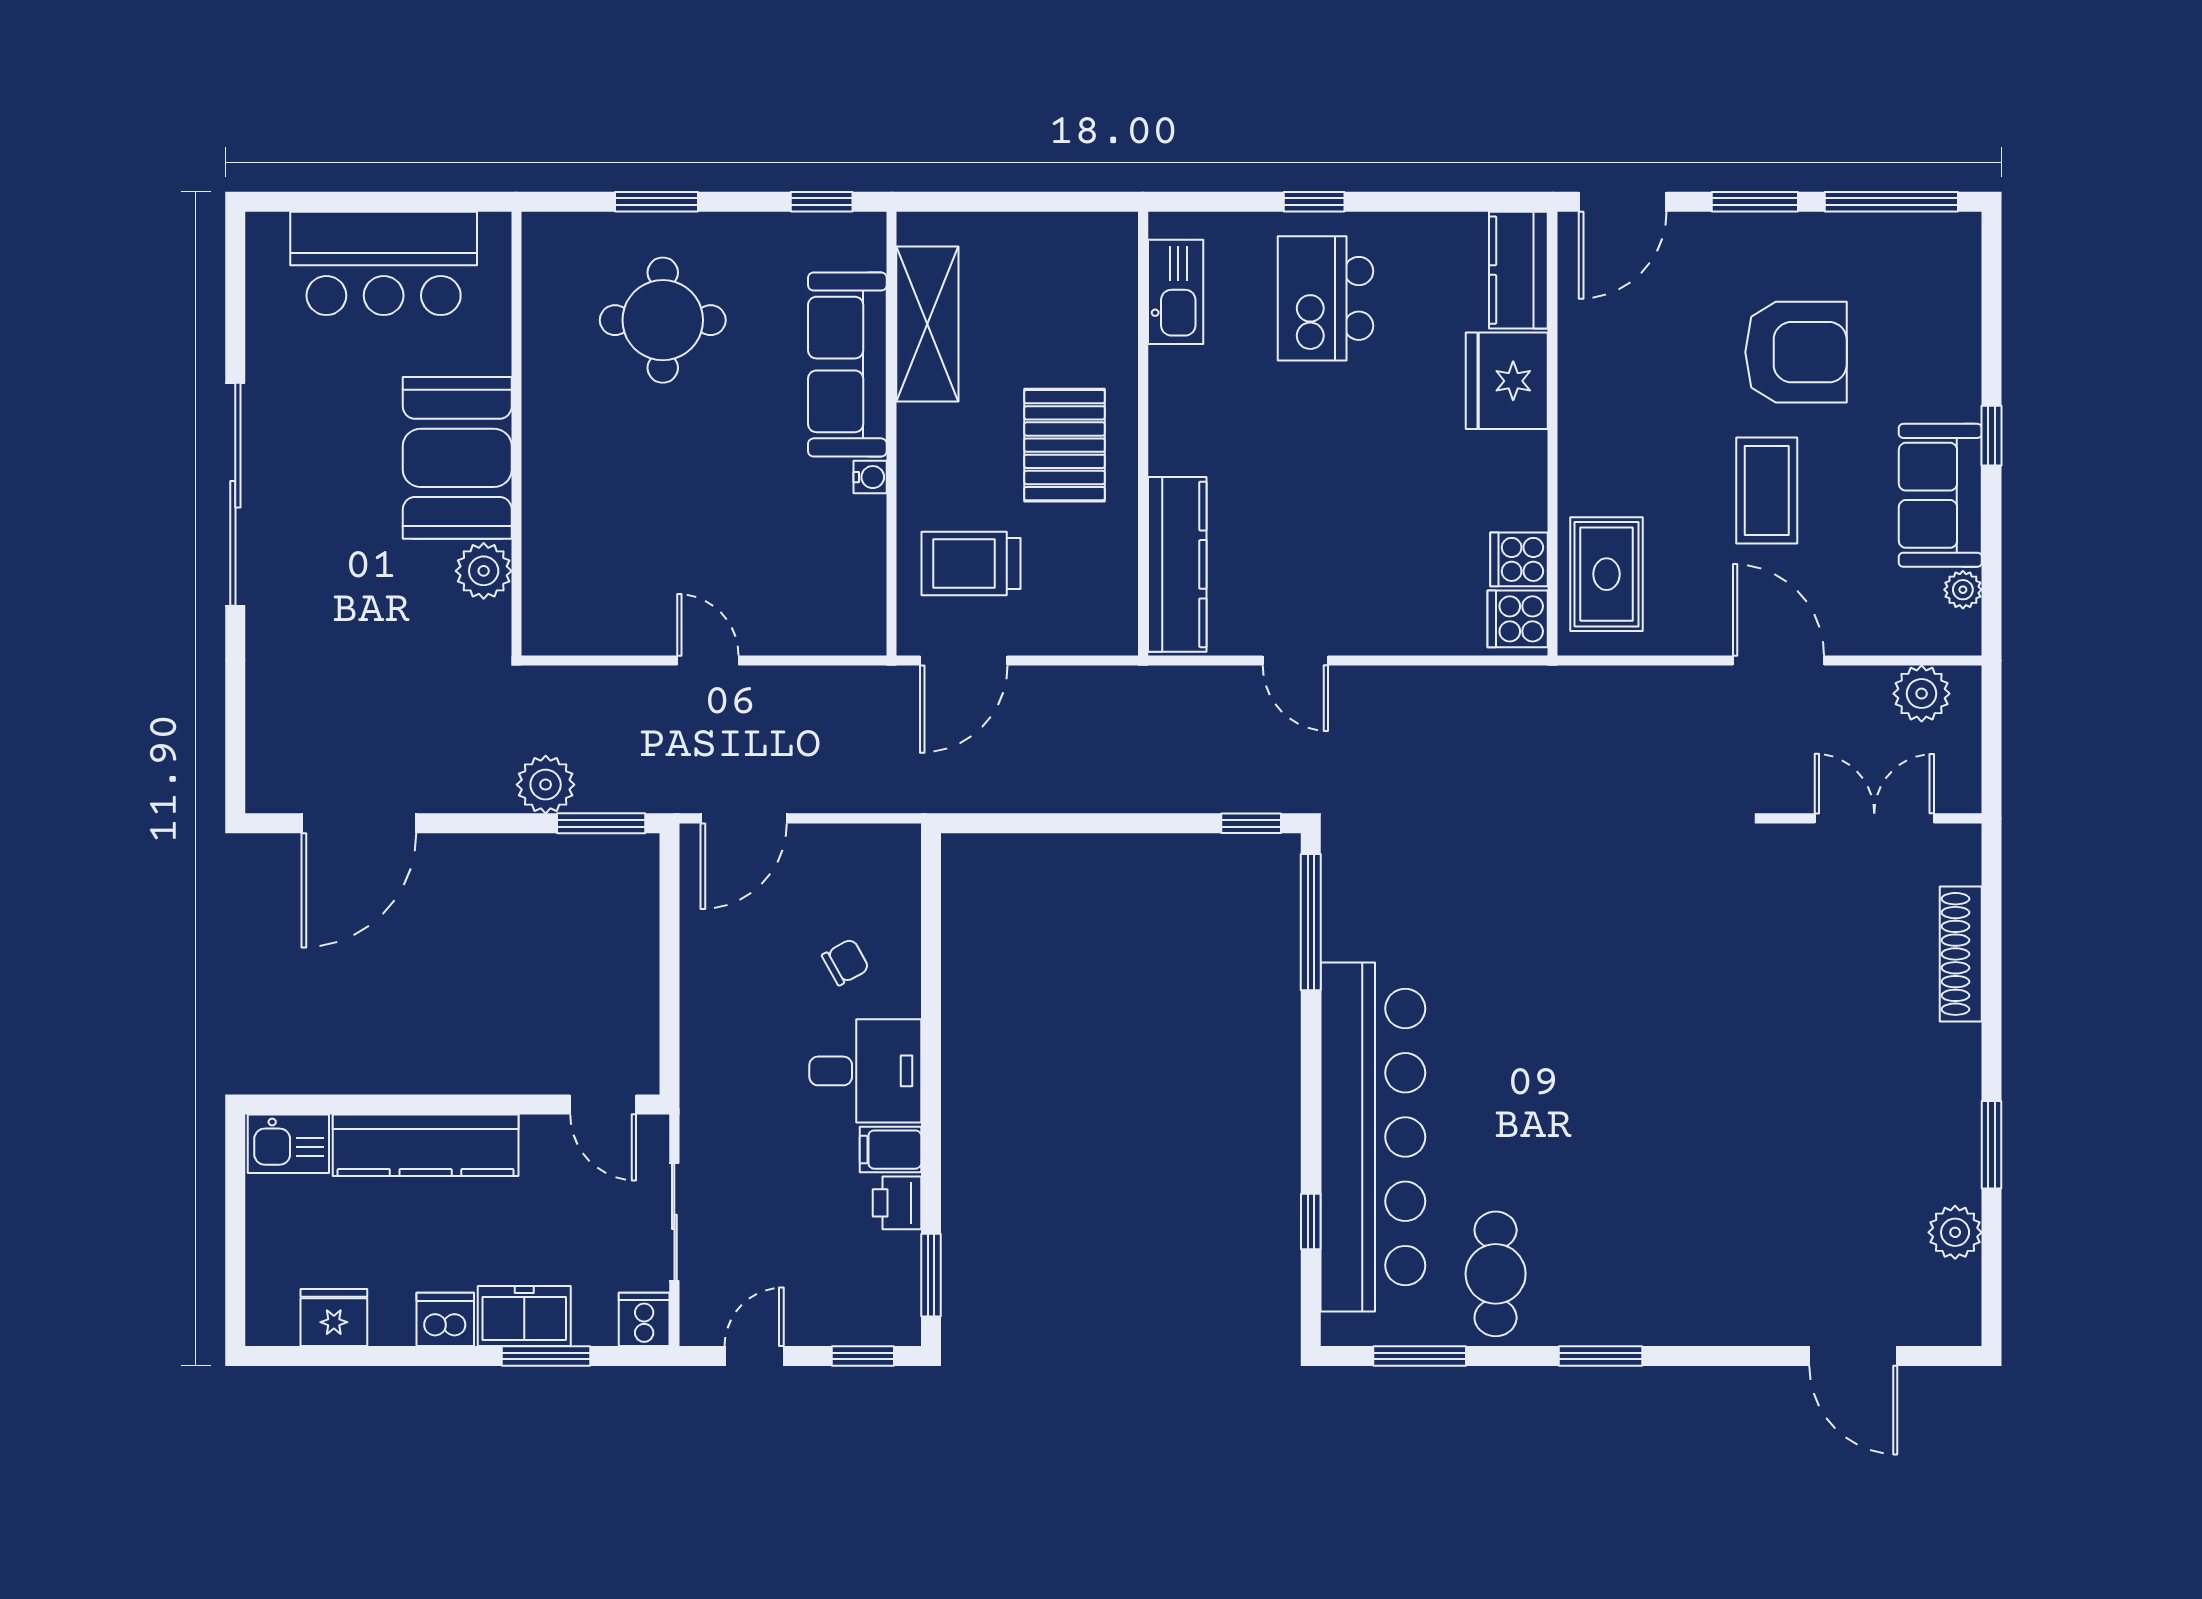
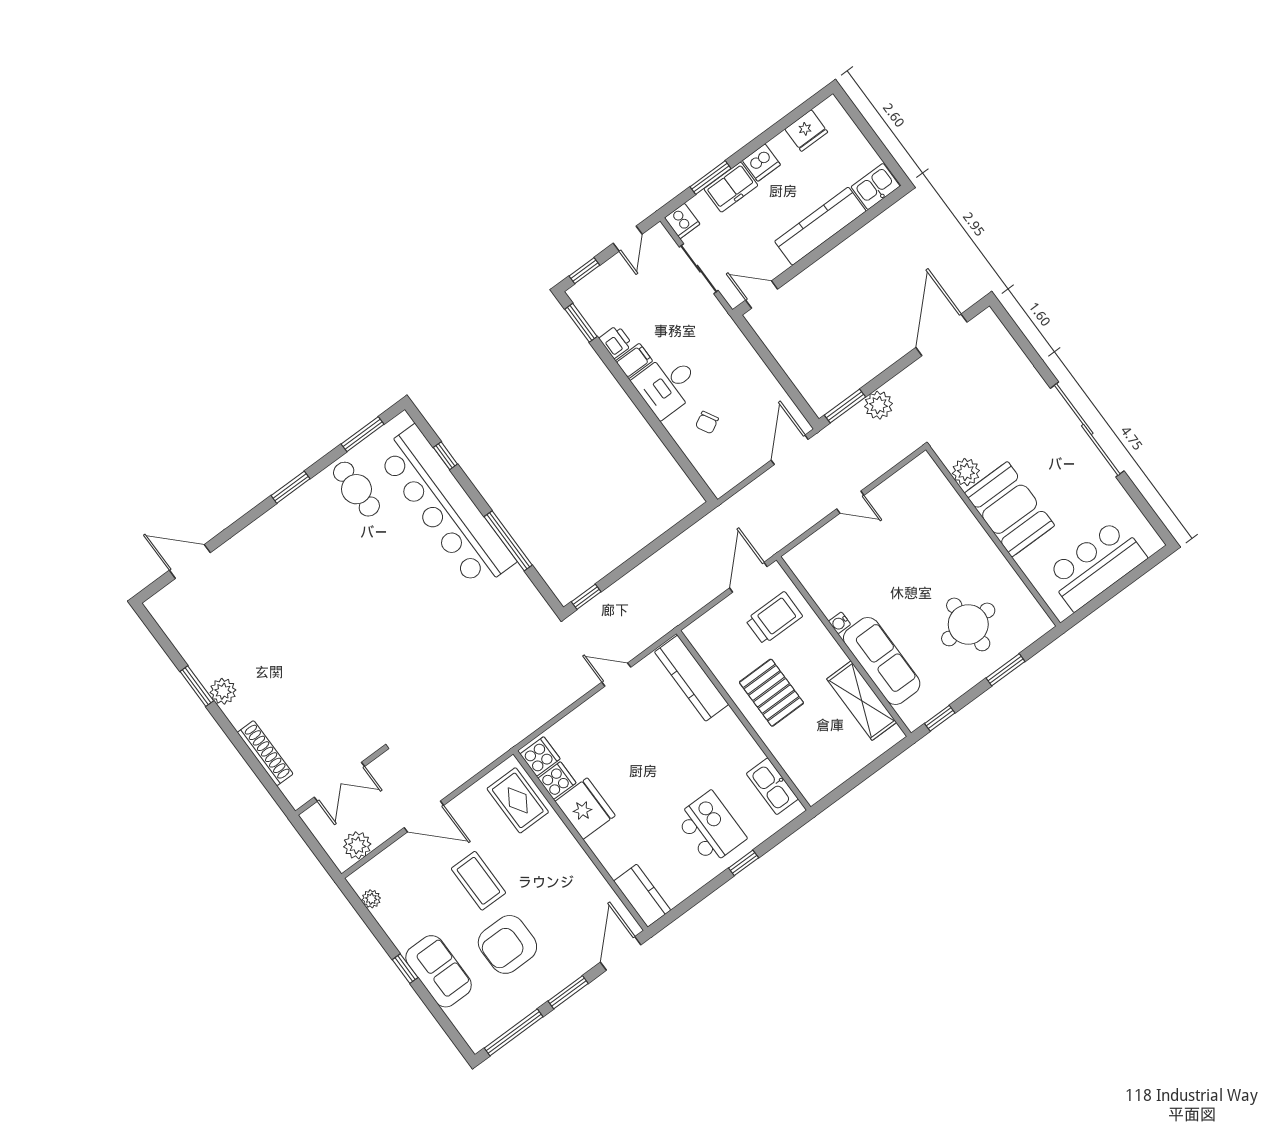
fridge: (1507, 381) -> (585, 809), moved
sofa: (1940, 495) -> (439, 971), moved
window: (1311, 922) -> (508, 541), moved
plant: (1955, 1232) -> (223, 691), moved

